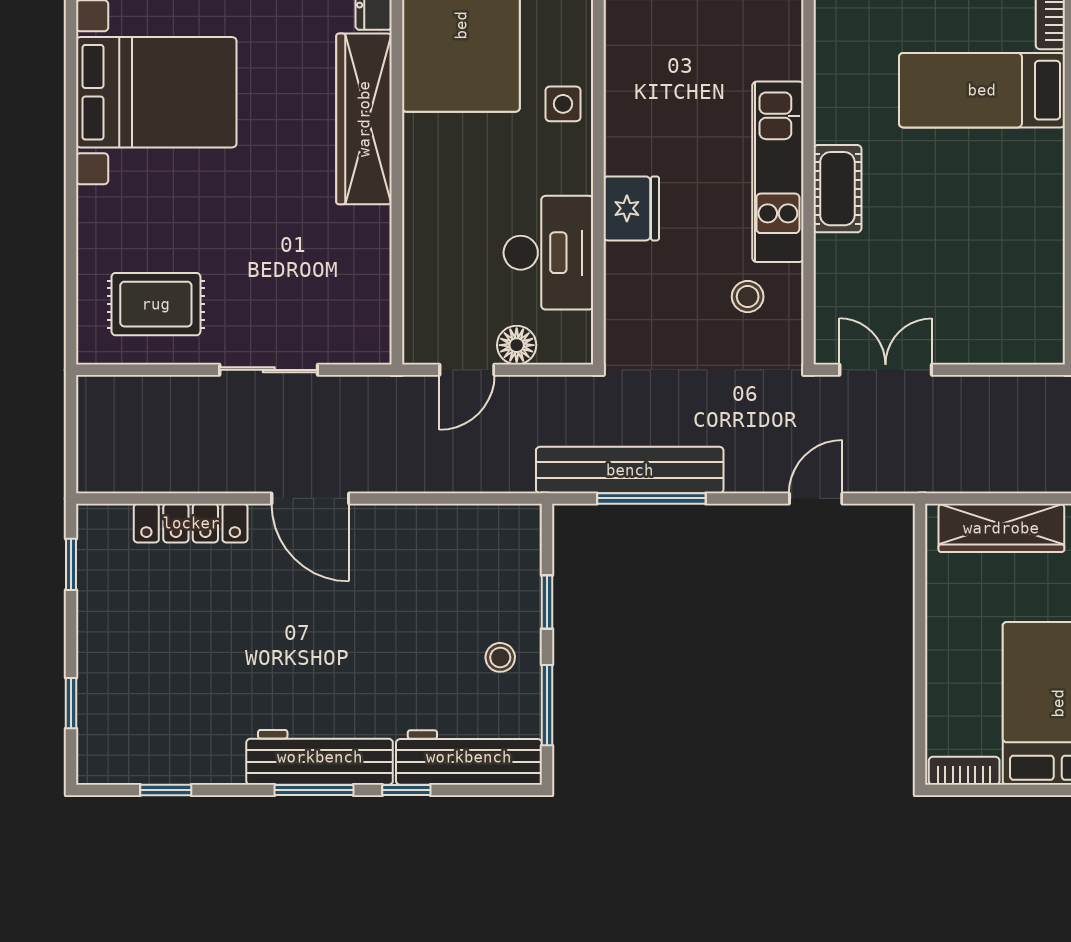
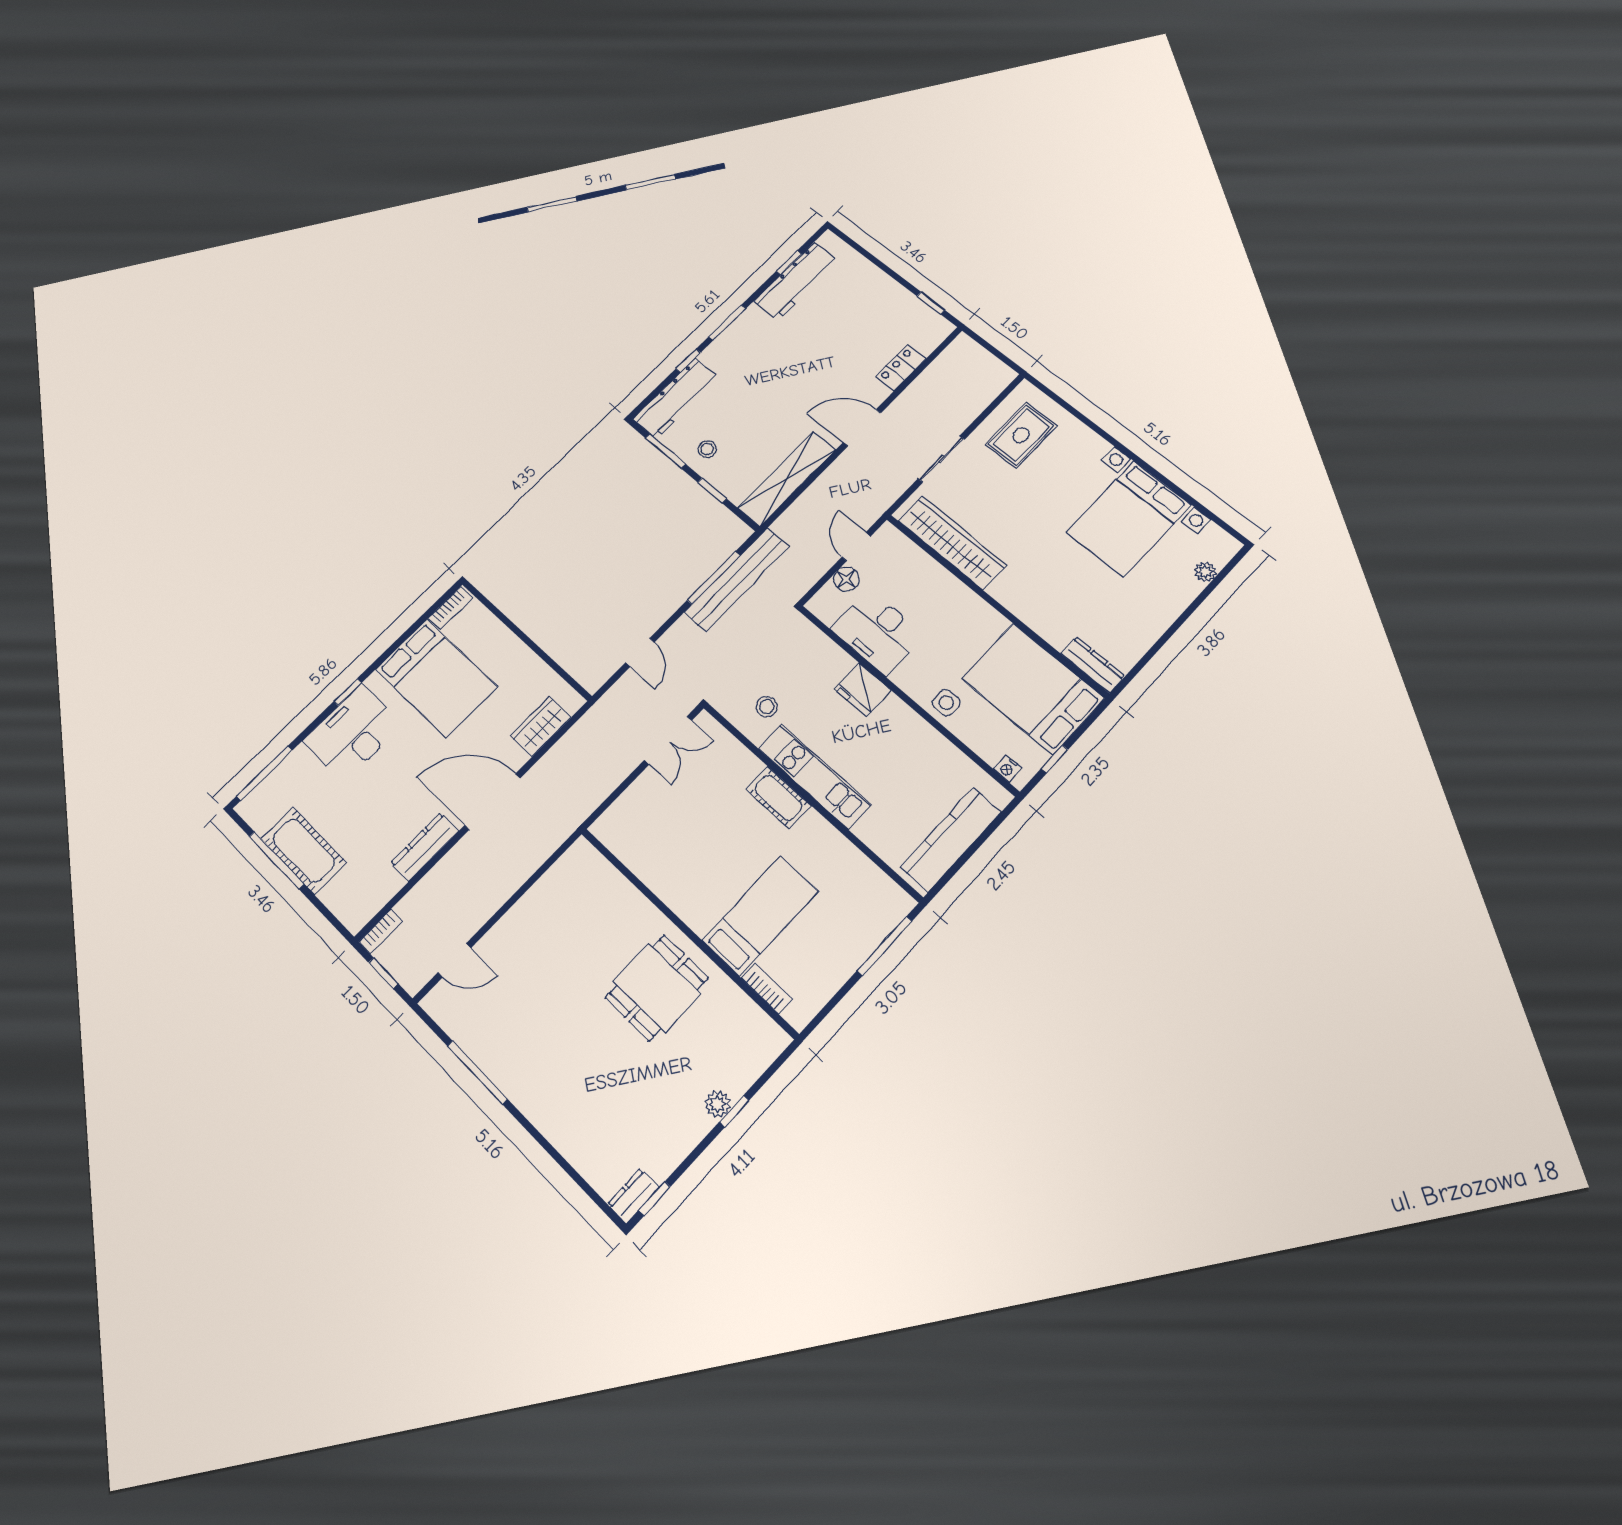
wardrobe: (364, 119) -> (952, 543), moved
locker: (191, 523) -> (901, 368), width x0.66
shelving: (454, 528) -> (787, 479), added
wardrobe: (1001, 528) -> (541, 726), width x0.67
window: (71, 703) -> (867, 255), removed
workbench: (320, 757) -> (796, 281), moved

